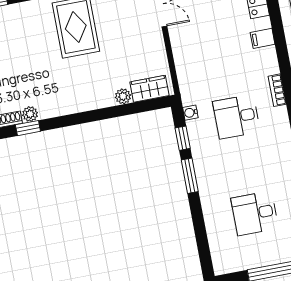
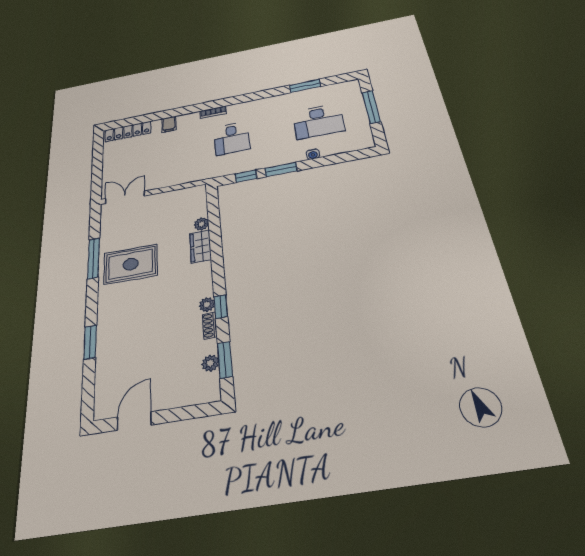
wardrobe: (149, 89) -> (200, 246), moved
water cooler: (190, 113) -> (313, 154), moved
desk: (255, 213) -> (318, 121), width x1.37

